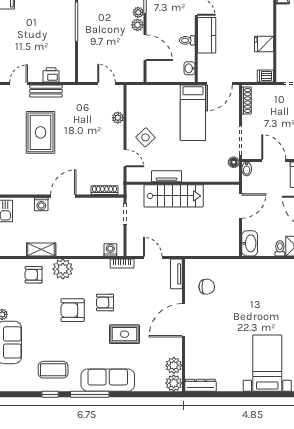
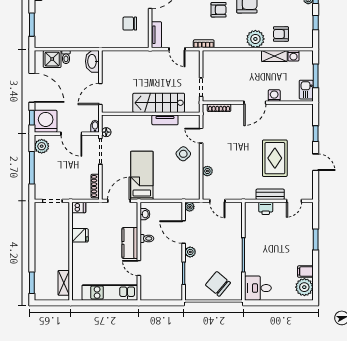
plant: (138, 12) -> (190, 207), moved
washing machine: (110, 250) -> (293, 56), moved
armchair: (34, 275) -> (281, 34), turned 180

